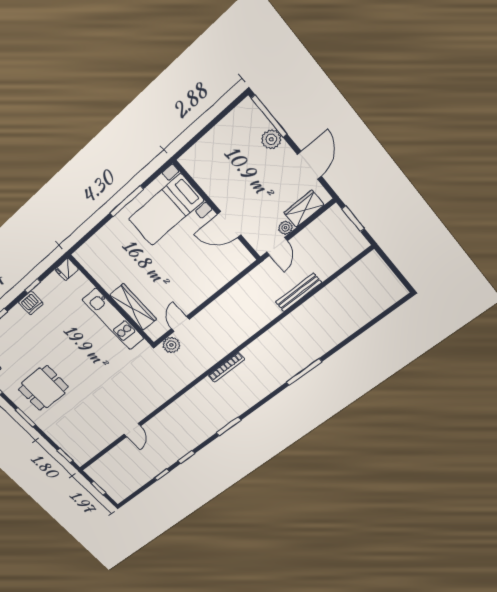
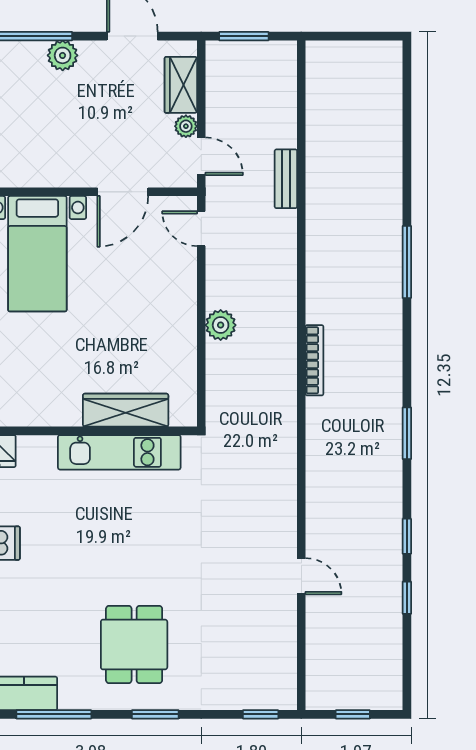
bench: (298, 292) -> (286, 179), width x0.73
door: (180, 324) -> (201, 229), moved
plant: (171, 345) -> (221, 325), moved

